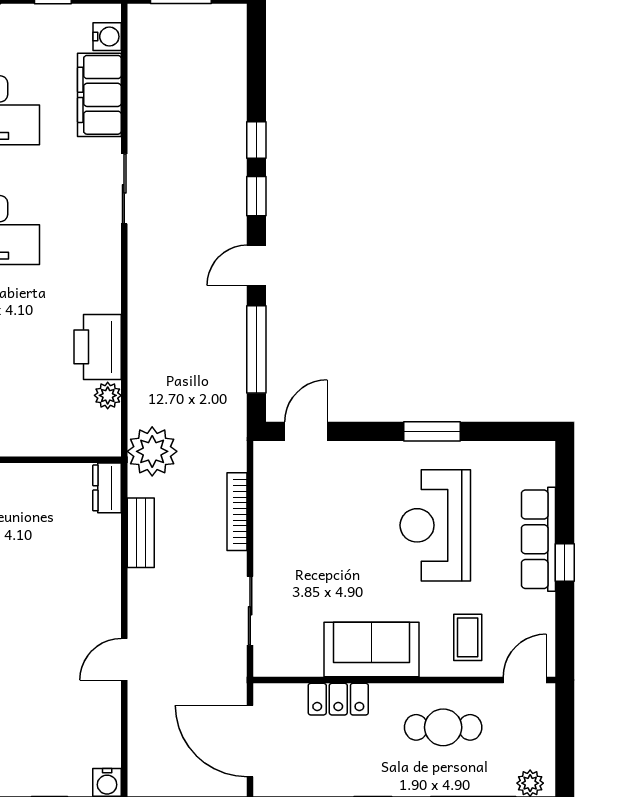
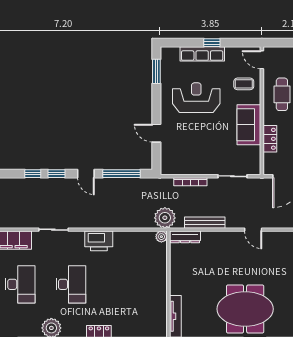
printer: (98, 347) -> (99, 241), moved
plant: (108, 395) -> (161, 237), moved
door: (306, 431) -> (156, 133), moved
window: (432, 431) -> (156, 71), moved
dresser: (107, 488) -> (185, 237), width x1.44
reception desk: (435, 525) -> (196, 98), turned 180
bench: (141, 533) -> (205, 223), width x1.36

